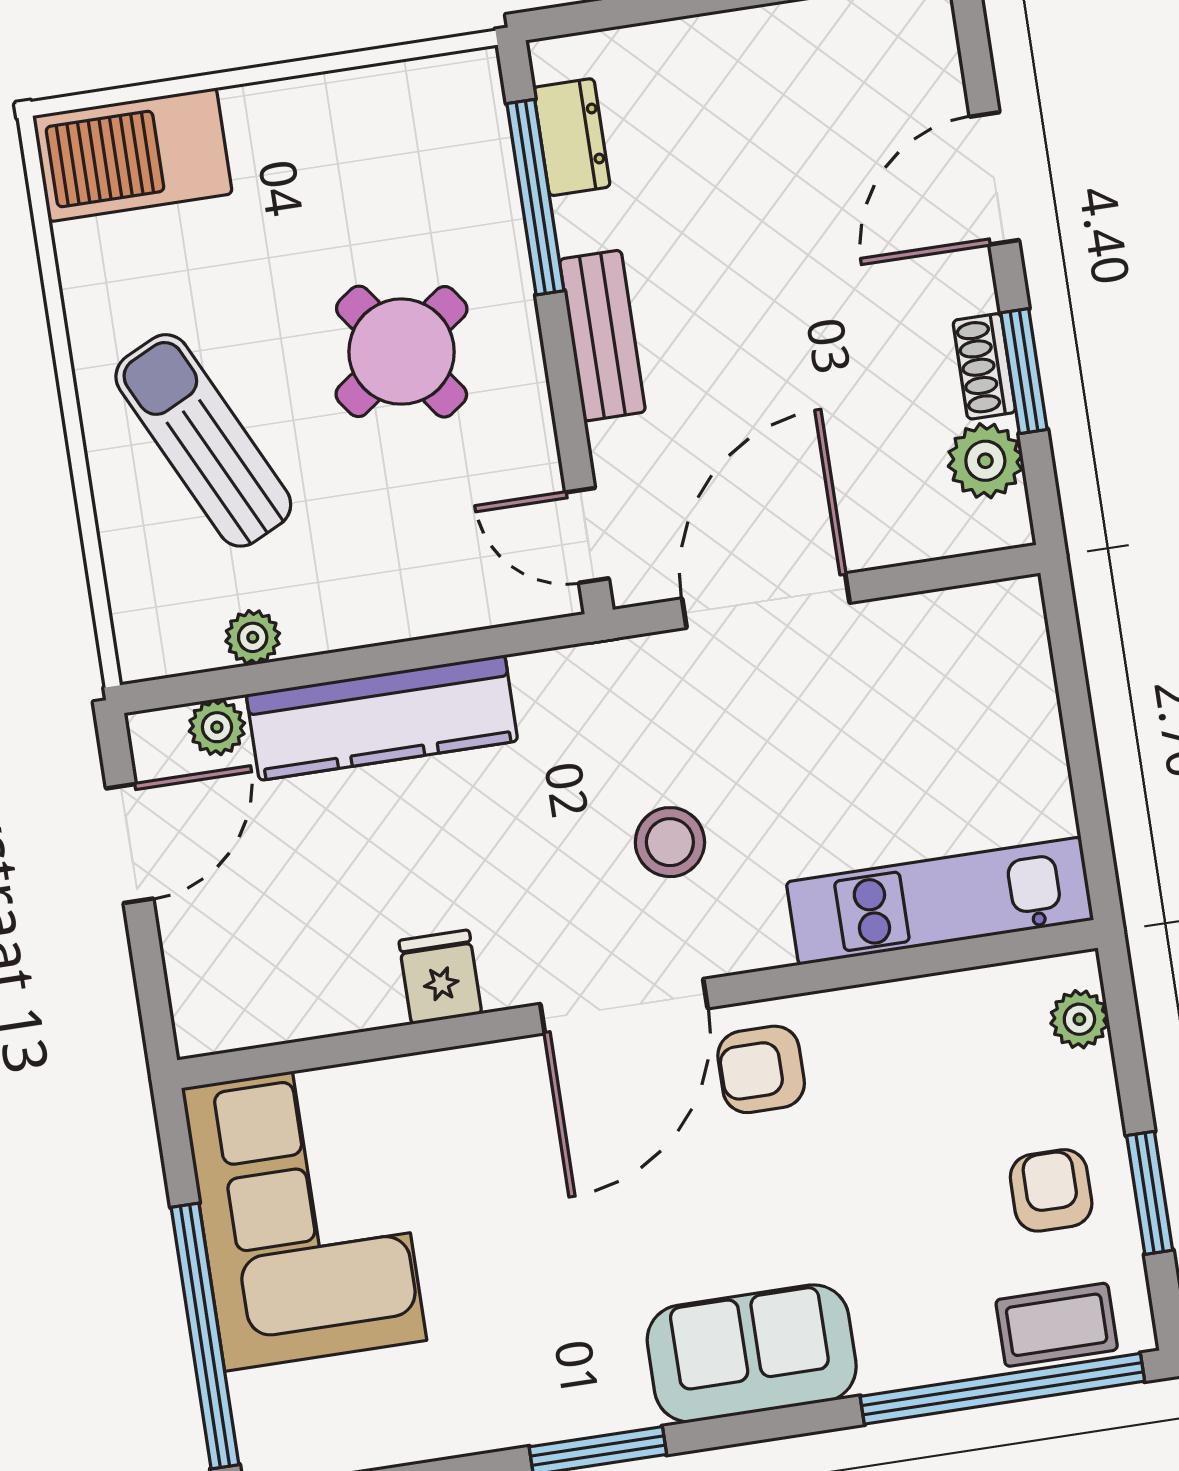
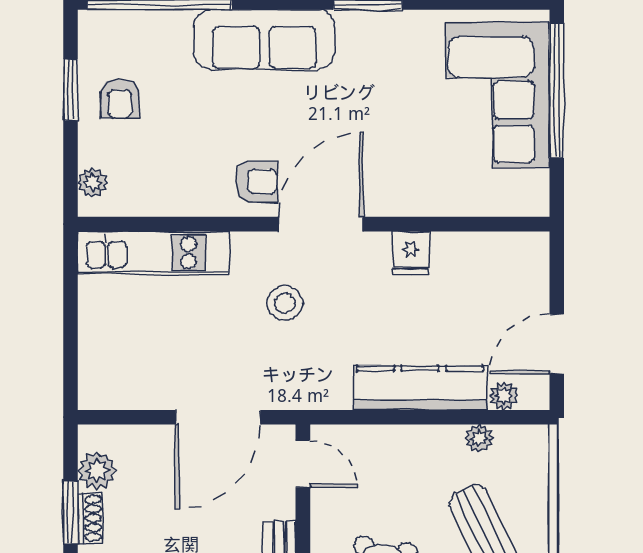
corner sofa: (304, 1214) -> (497, 95), moved
coffee table: (1057, 1325) -> (127, 31), removed
sofa: (752, 1353) -> (264, 40), width x1.36

